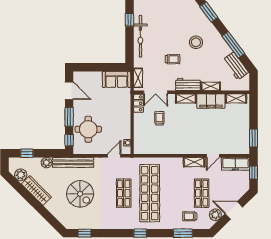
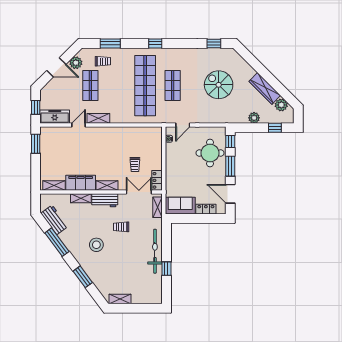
locker: (92, 76) -> (206, 209), added
bench: (73, 162) -> (226, 118), removed

